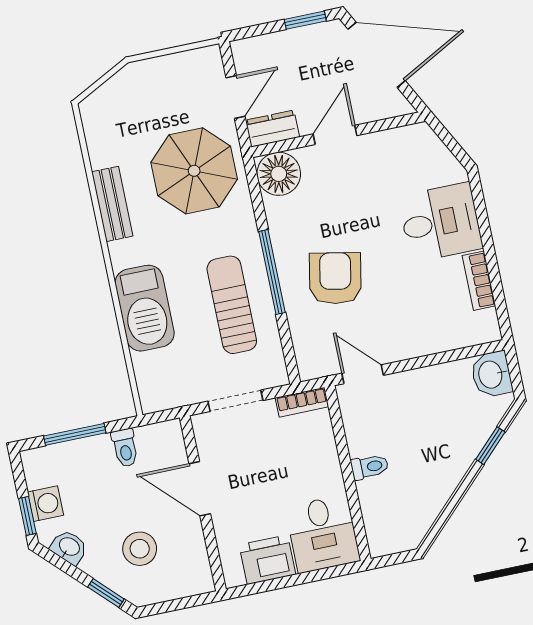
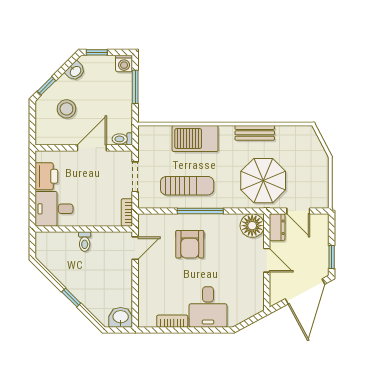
armchair: (335, 278) -> (190, 244), turned 79
window: (490, 446) -> (71, 297), moved
toilet: (125, 448) -> (122, 139), moved
washing machine: (45, 504) -> (124, 63), moved

